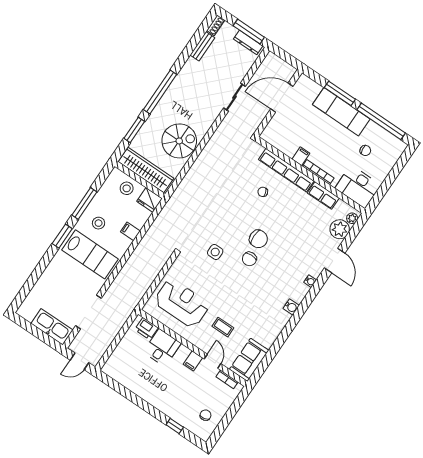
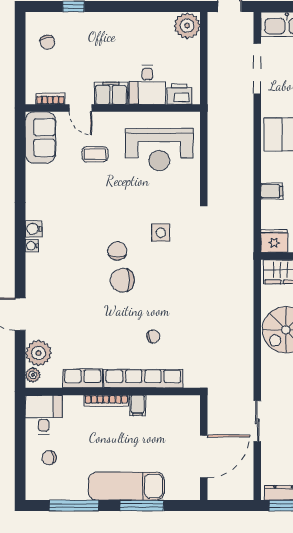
window: (381, 121) -> (74, 506), width x0.68
chair: (365, 150) -> (49, 458), moved
desk: (358, 187) -> (44, 415), width x0.73
water cooler: (310, 281) -> (32, 246), moved
filing cabinet: (193, 361) -> (111, 93), width x2.00
plant: (113, 367) -> (187, 26), added

